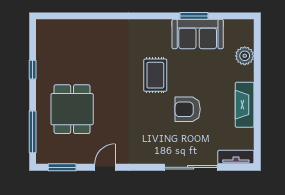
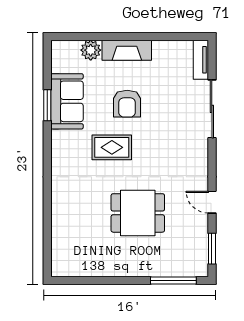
window: (33, 70) -> (106, 281), removed
fireplace: (245, 105) -> (127, 50), moved
dining table: (72, 109) -> (138, 213), moved
armchair: (188, 109) -> (127, 104), moved

